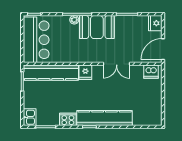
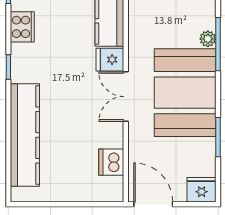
booth: (97, 27) -> (185, 93), width x1.36, depth x1.42
double door: (117, 64) -> (126, 97), moved
dishwasher: (151, 72) -> (111, 162), moved
kitchen counter: (105, 118) -> (25, 135), moved

